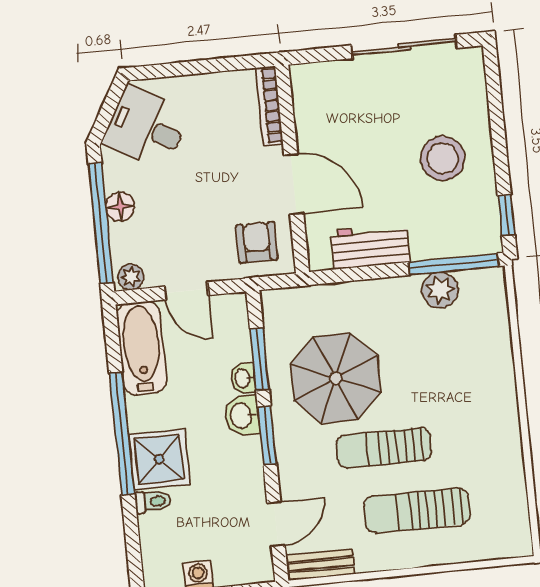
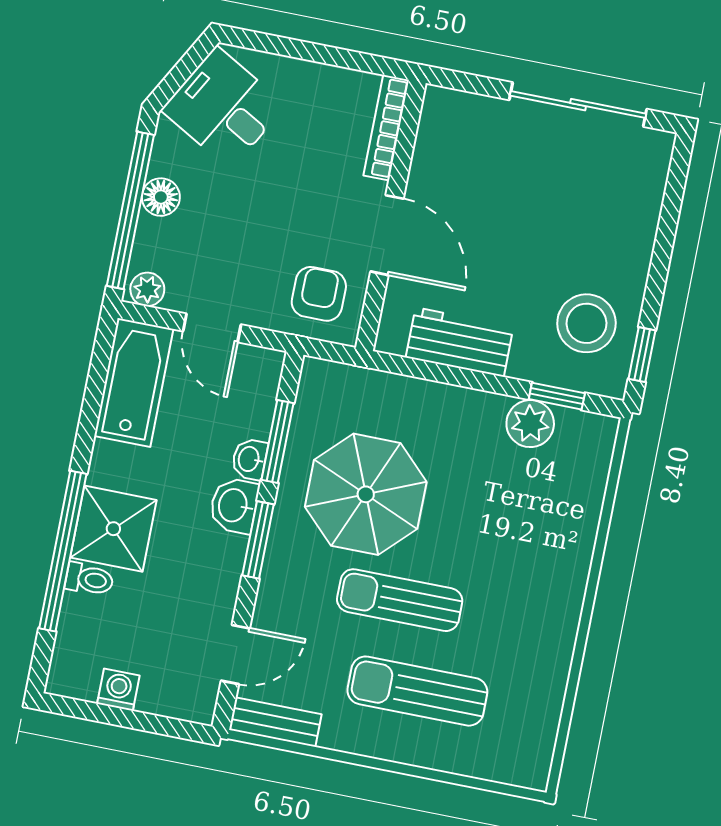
stool: (443, 158) -> (586, 323), moved
window: (453, 264) -> (557, 396), width x0.46
window: (122, 434) -> (63, 551), moved

